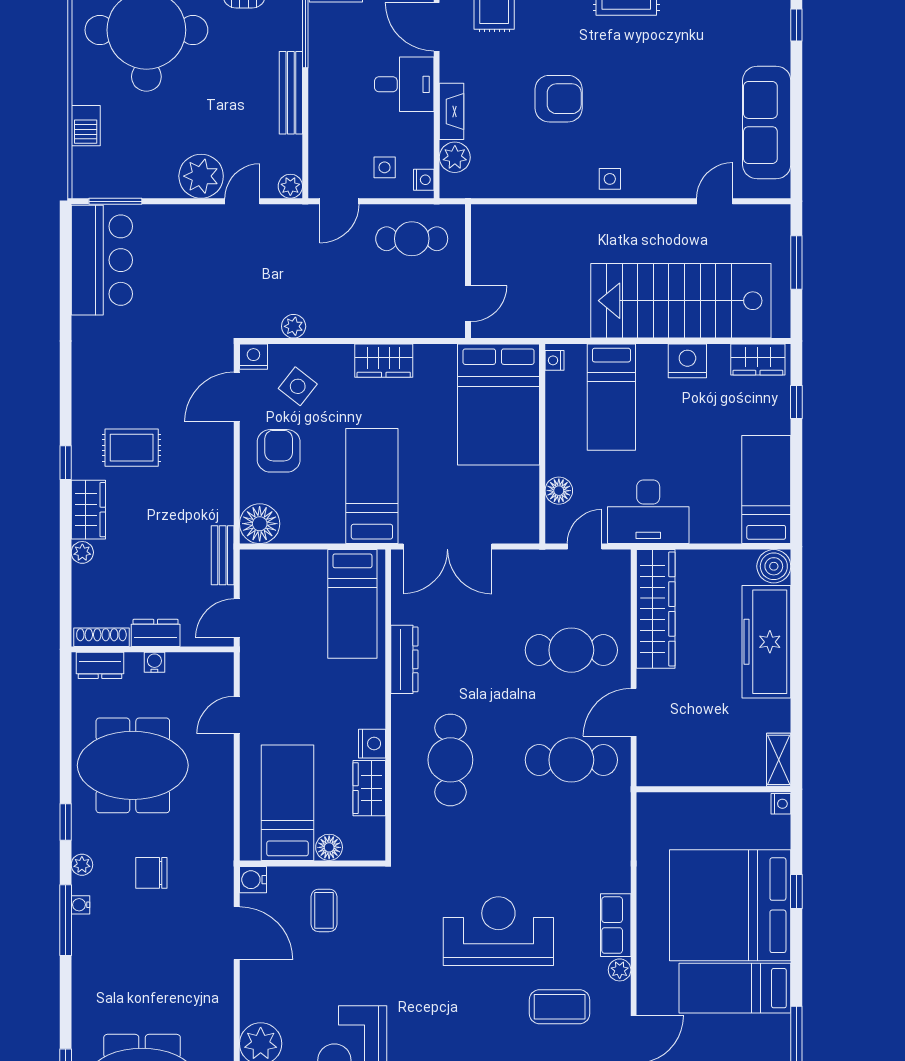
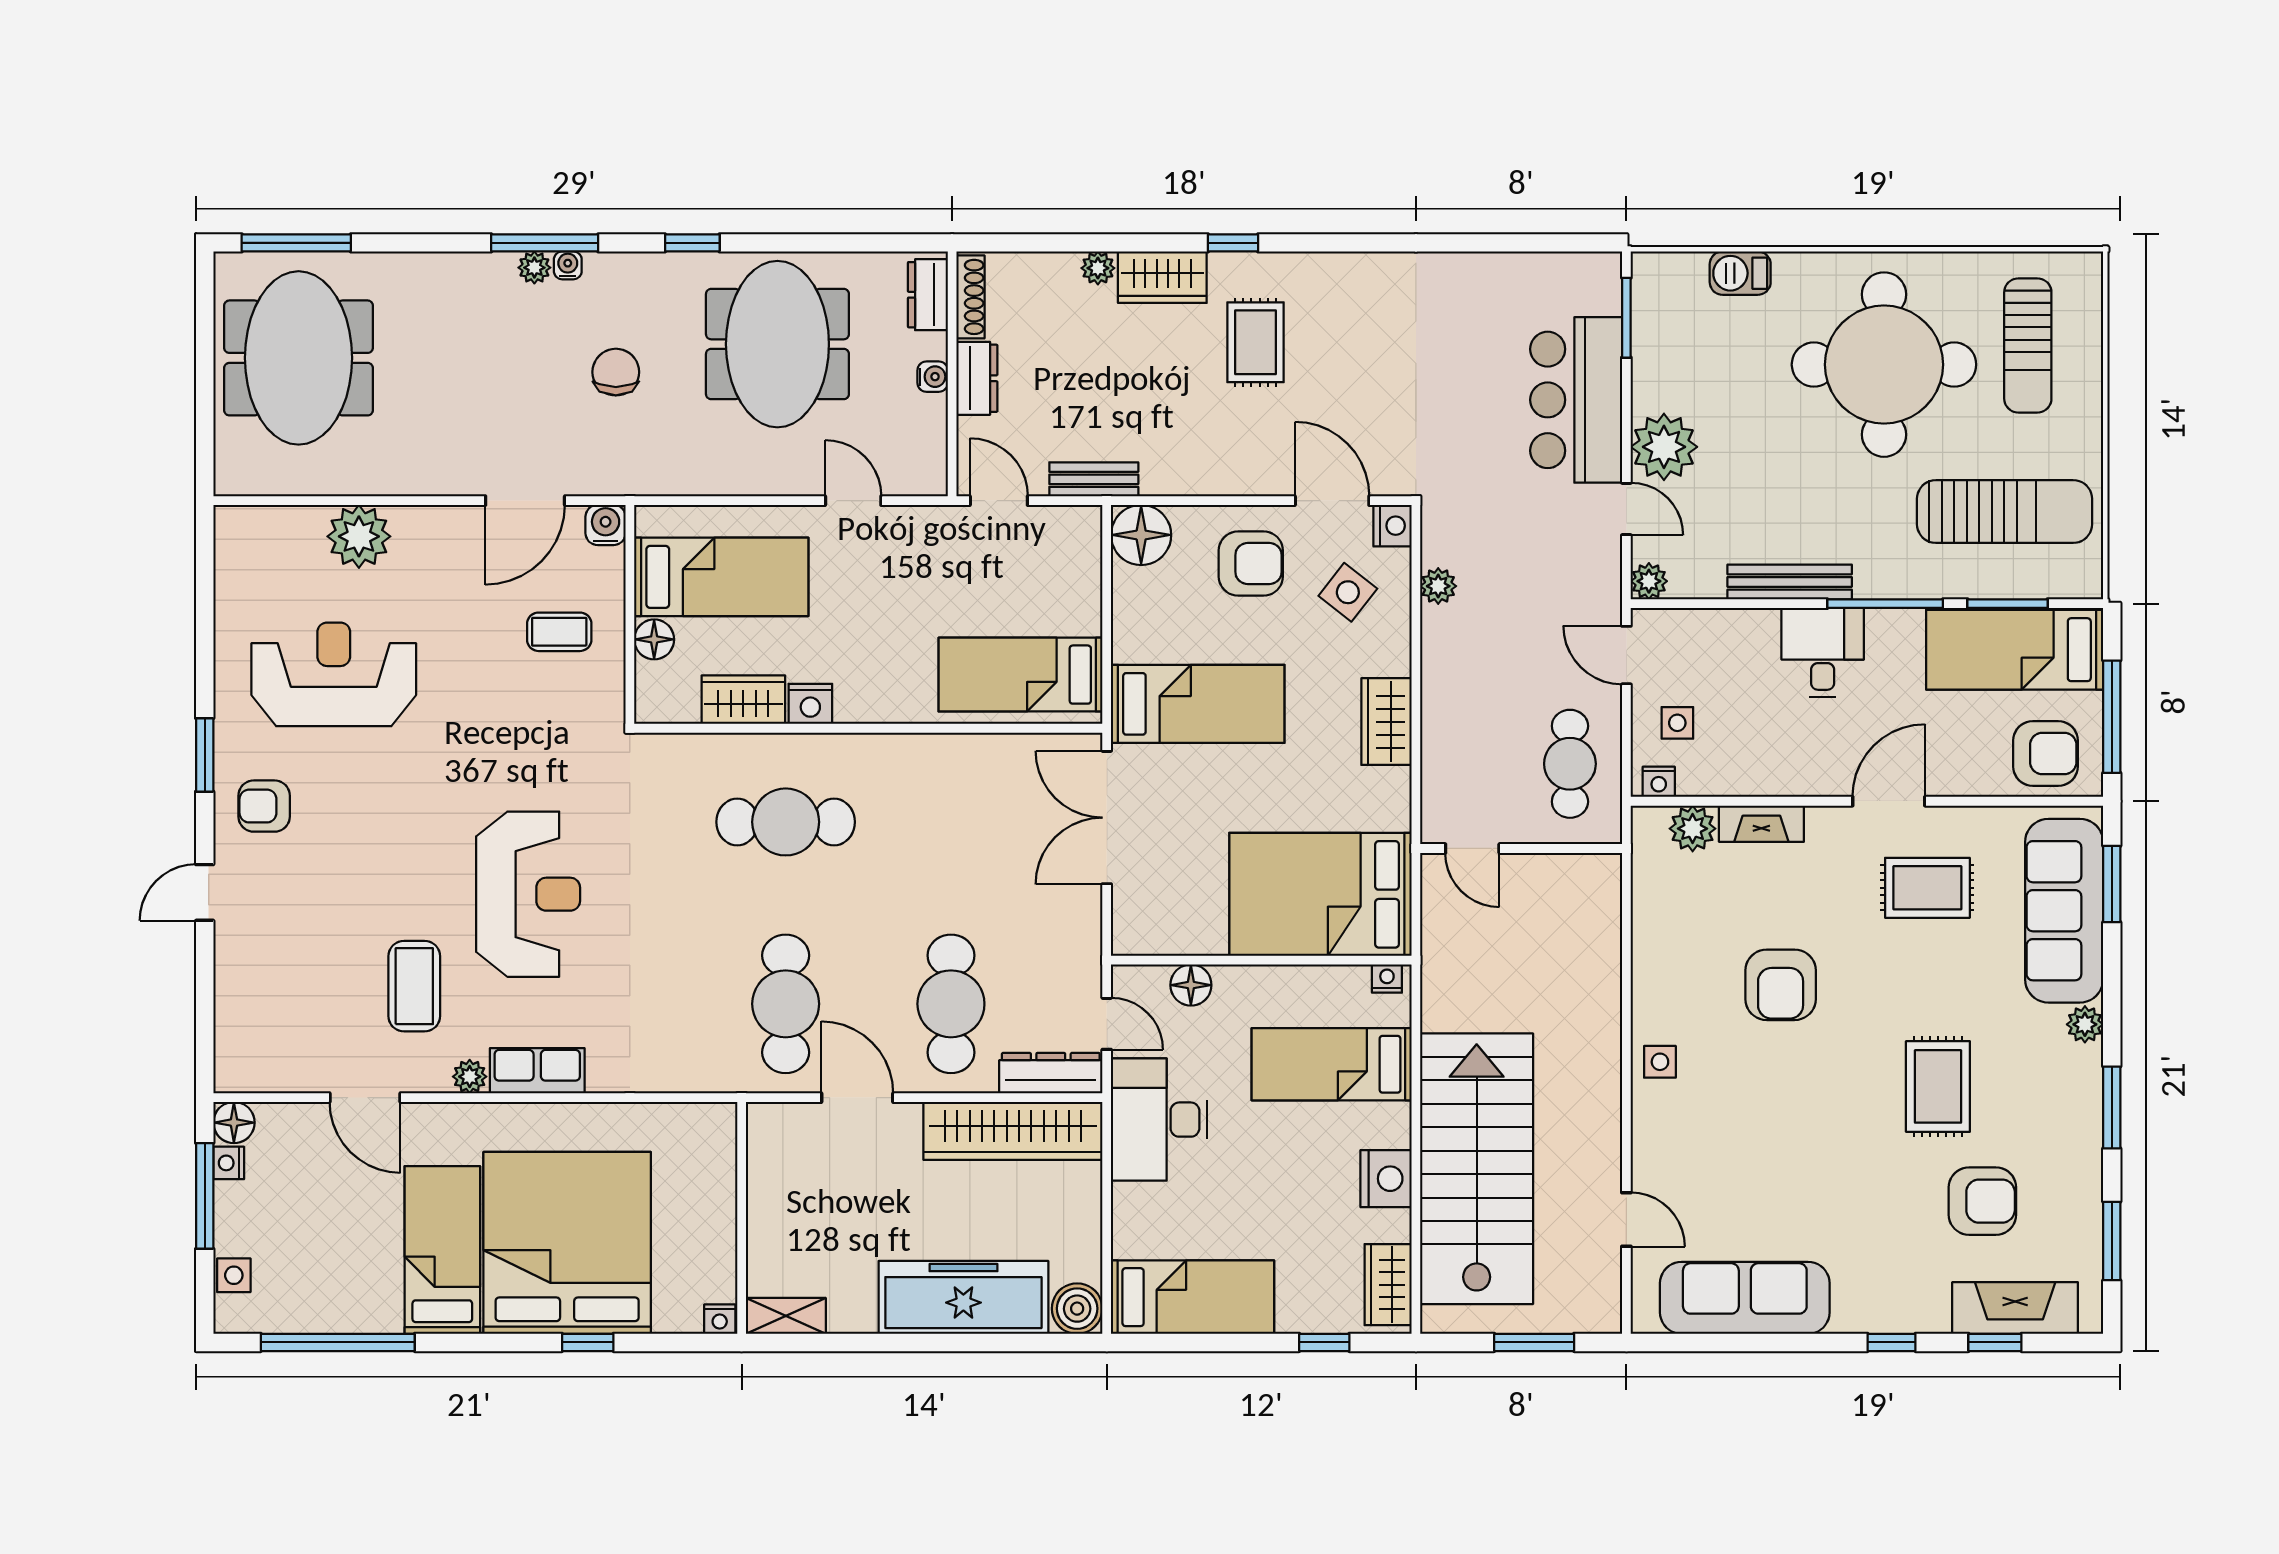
desk: (404, 84) -> (1823, 652), moved, turned 180
bar counter: (102, 260) -> (1576, 400), moved, turned 90
dresser: (404, 659) -> (1051, 1073), moved, turned 180
plant: (82, 865) -> (534, 268), moved

